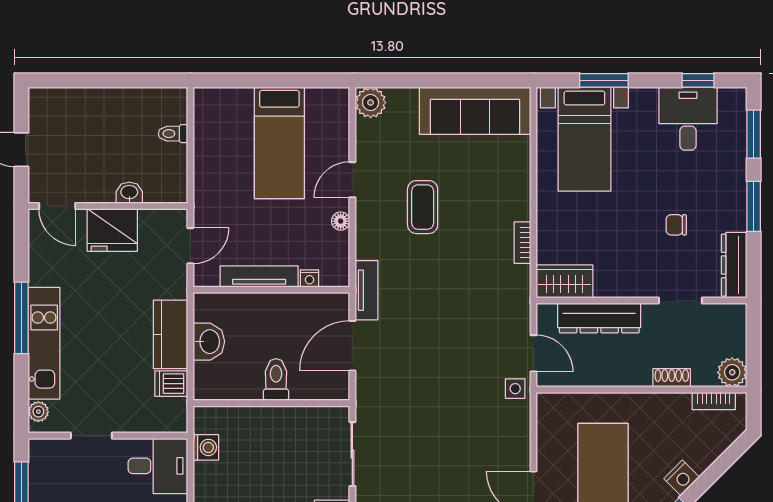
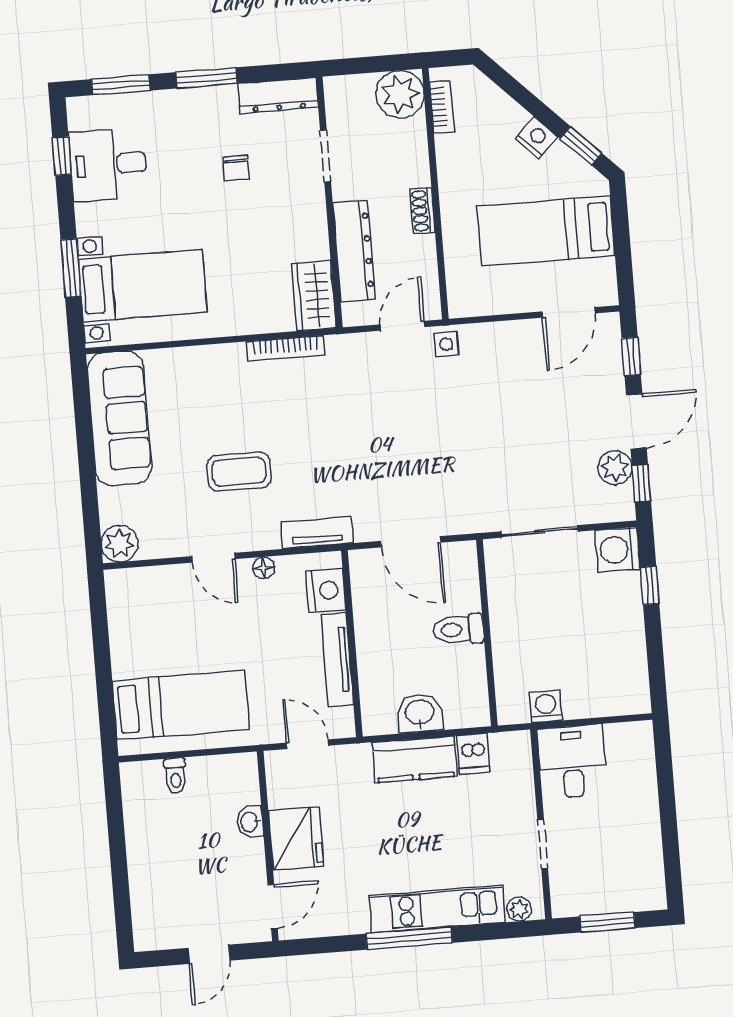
bed: (279, 143) -> (181, 705), moved
bookcase: (522, 243) -> (286, 348), width x1.56
nightstand: (309, 278) -> (326, 590), width x1.89, depth x1.79
tv unit: (366, 290) -> (317, 533), moved
plant: (732, 372) -> (400, 94), width x1.36, depth x1.36
shoe rack: (672, 378) -> (423, 211), moved

